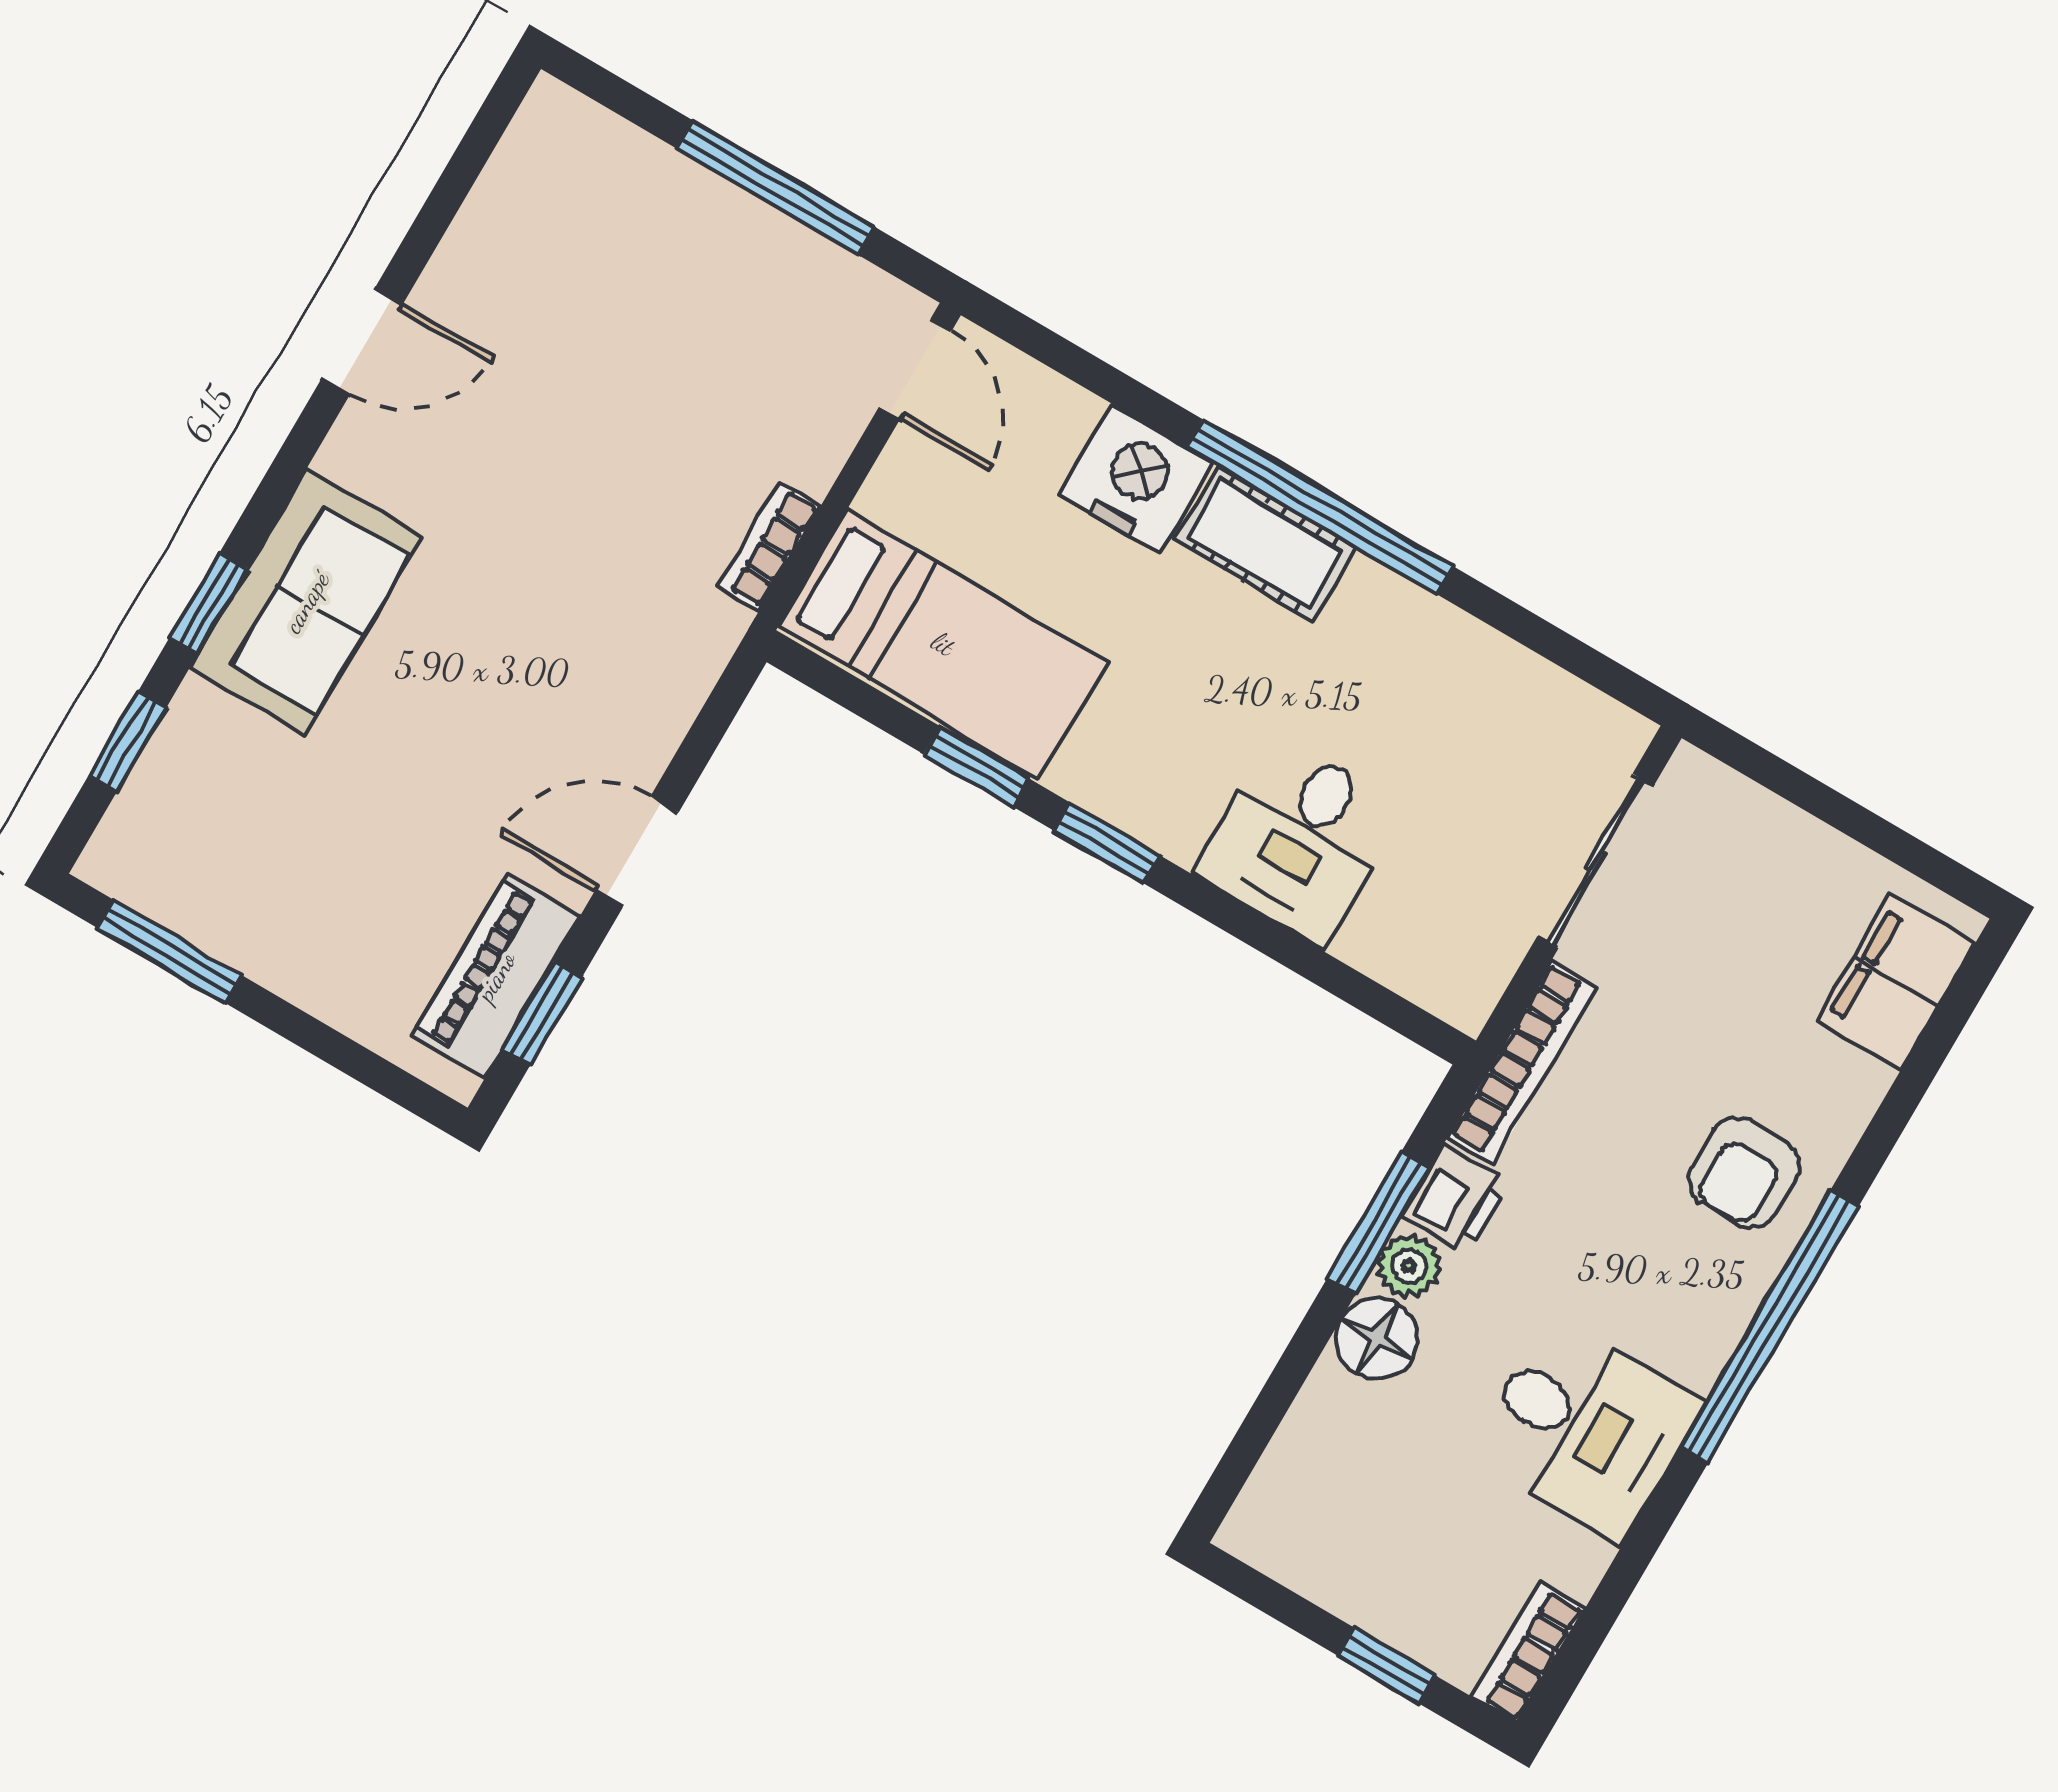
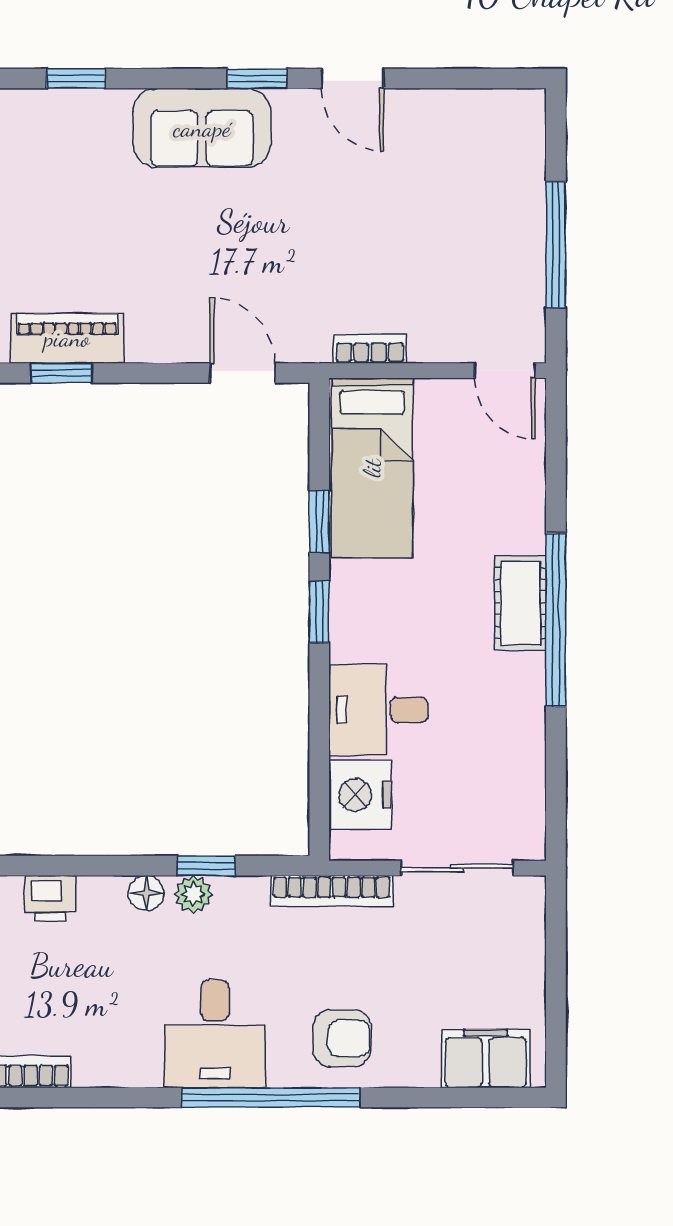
door: (915, 369) -> (505, 371), hinge flipped
nightstand: (1136, 479) -> (360, 795), moved, turned 180
window: (209, 603) -> (257, 79), moved
door: (637, 852) -> (243, 373), moved
armchair: (1744, 1173) -> (342, 1038), turned 180
printer: (1456, 1200) -> (50, 898), moved
window: (1379, 1223) -> (206, 866), width x0.67
floor lamp: (1377, 1339) -> (146, 893), width x0.73, depth x0.73
desk: (1585, 1429) -> (215, 1034), moved

